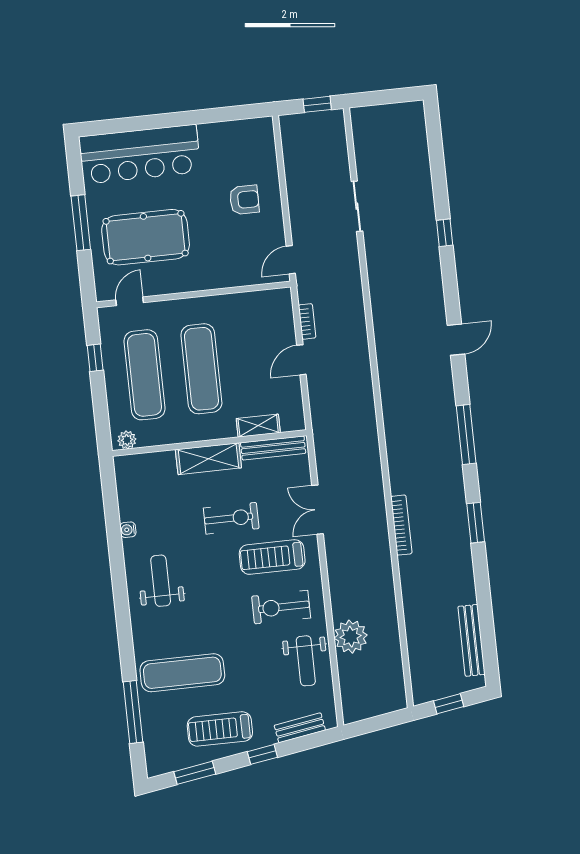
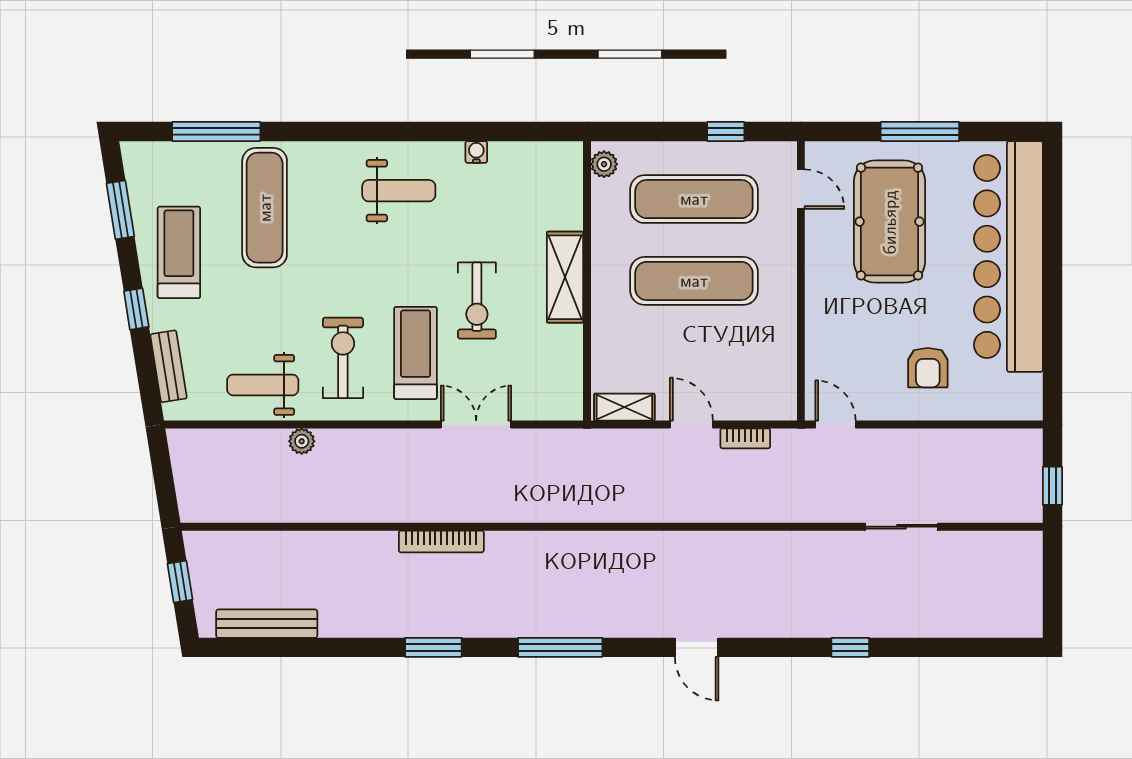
bar counter: (140, 154) -> (1008, 256), width x1.36
shelving: (258, 426) -> (624, 407), moved, turned 90
bench: (273, 448) -> (570, 371), removed
plant: (351, 637) -> (302, 441), width x0.53, depth x0.53

